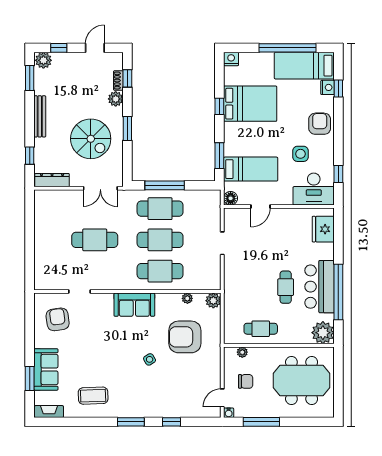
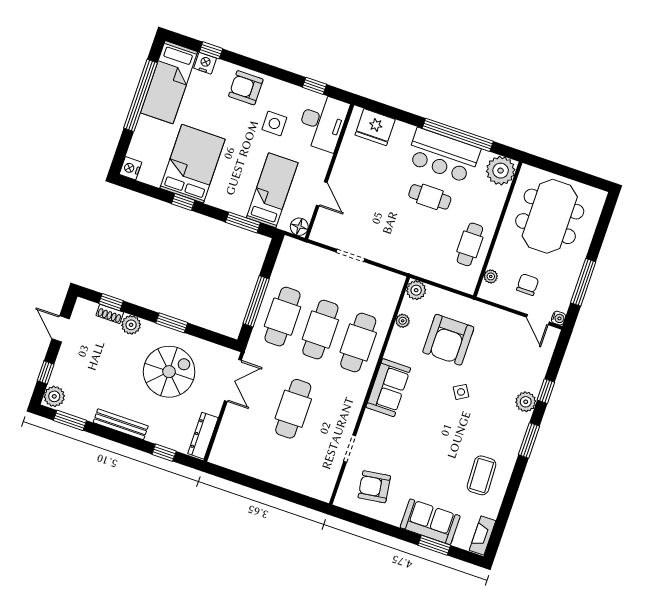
plant: (159, 410) -> (526, 402), added

